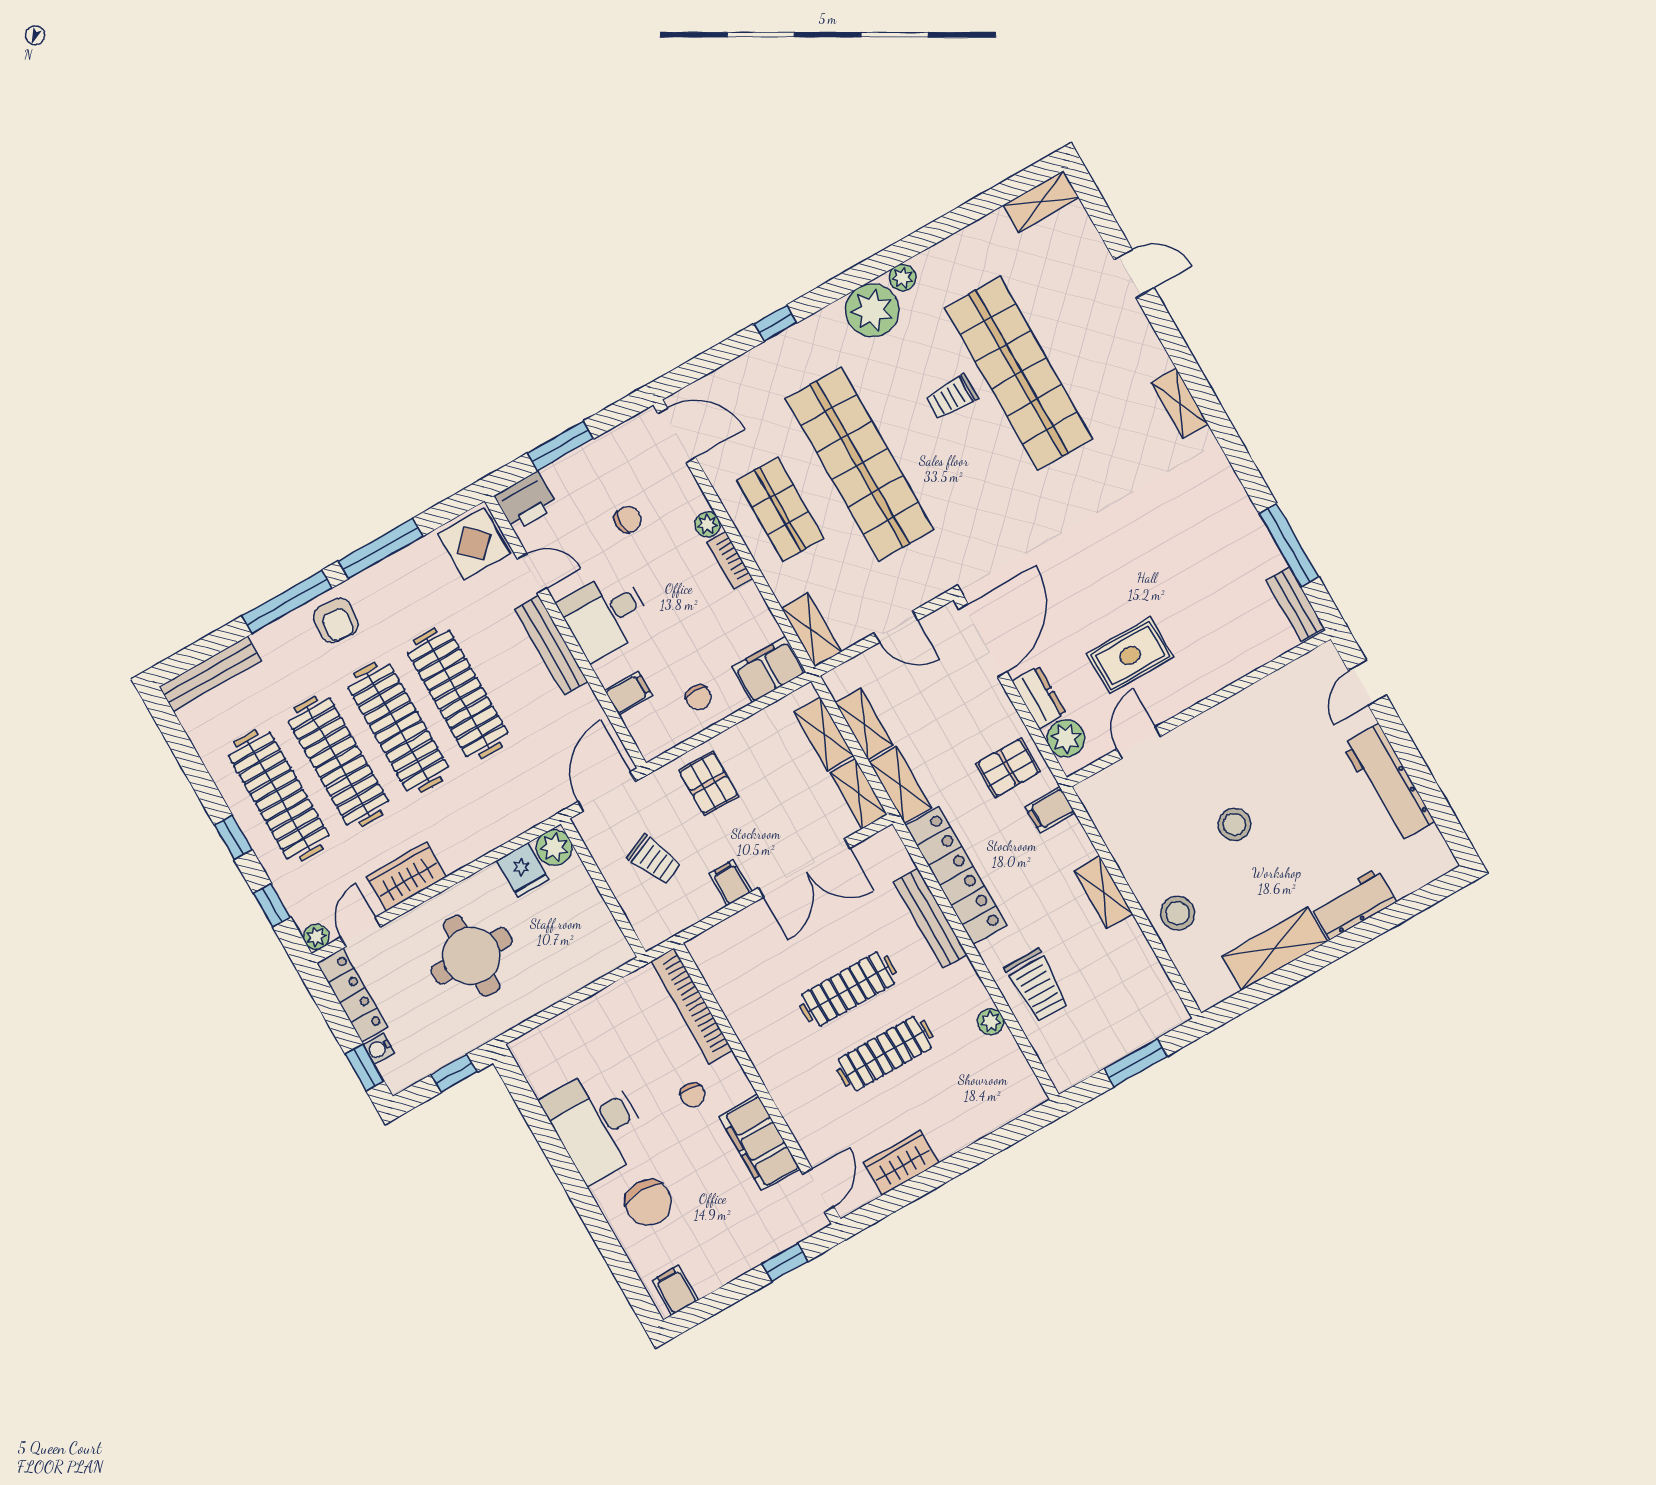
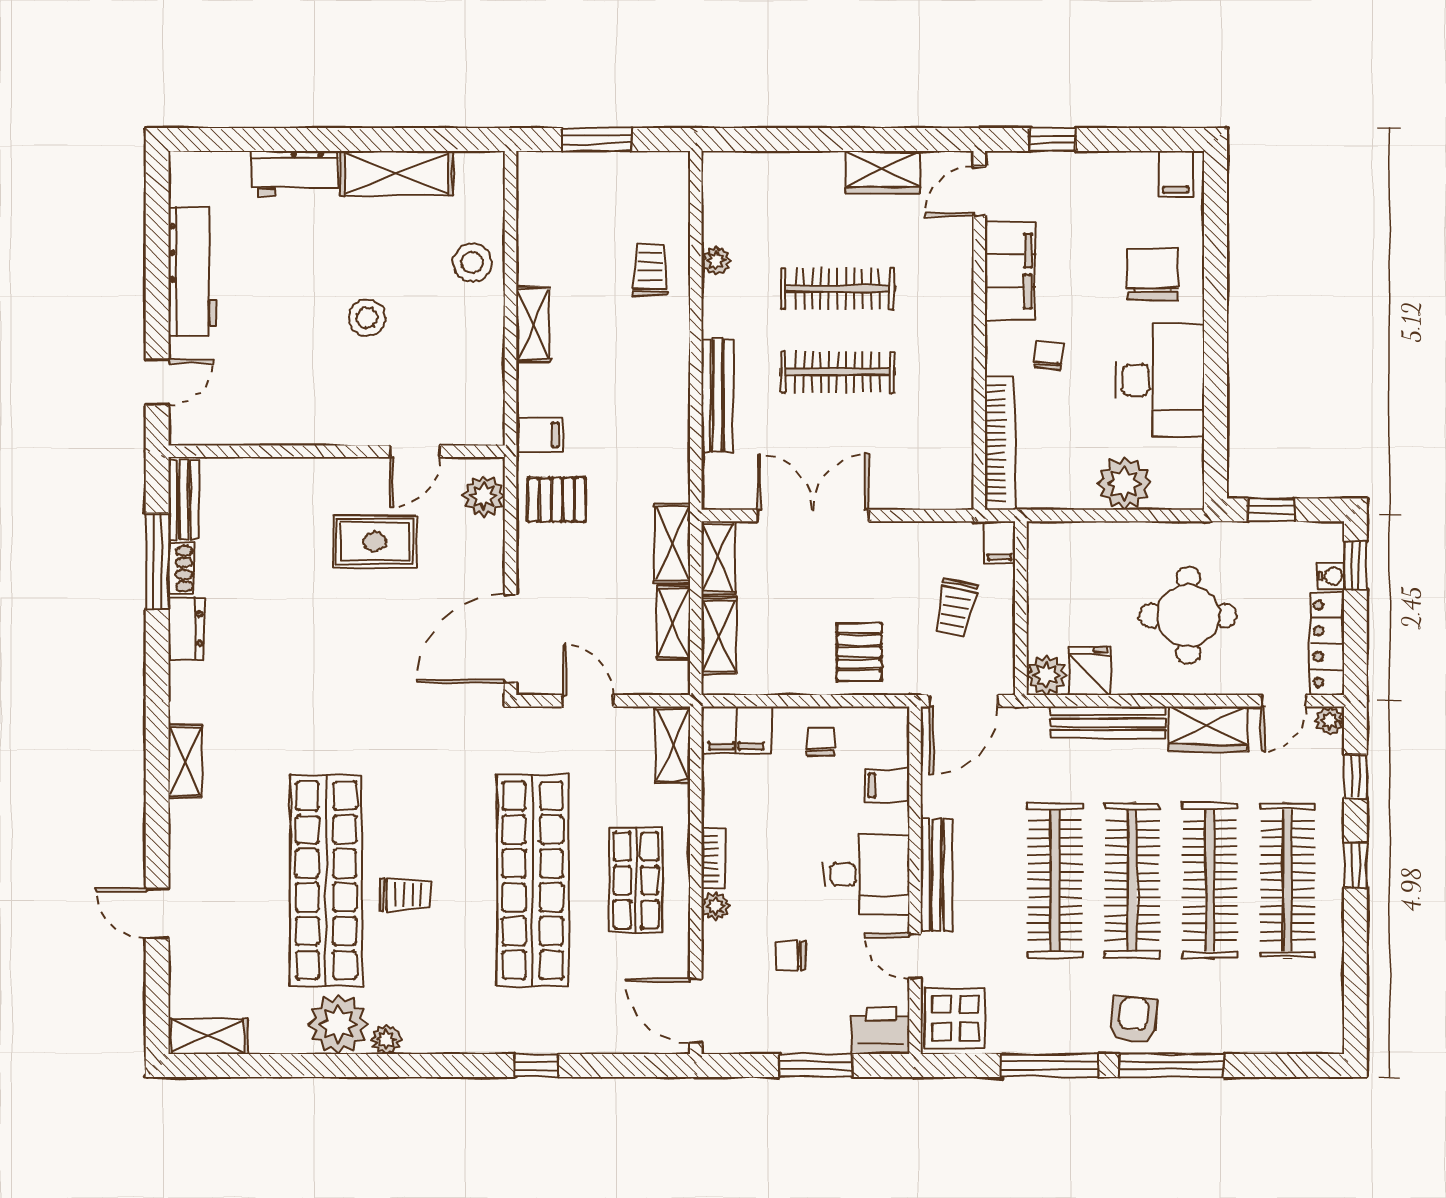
plant: (872, 310) -> (338, 1024), moved
shoe rack: (1267, 550) -> (181, 568), added
bench: (210, 674) -> (1108, 723), moved
dresser: (1039, 697) -> (186, 629), moved, turned 180
trolley: (654, 860) -> (955, 608), turned -144
locker: (956, 876) -> (668, 423), removed
filing cabinet: (731, 883) -> (999, 542), moved
trolley: (1037, 985) -> (650, 270), width x0.73, depth x0.72
plant: (579, 1030) -> (1124, 483), added

